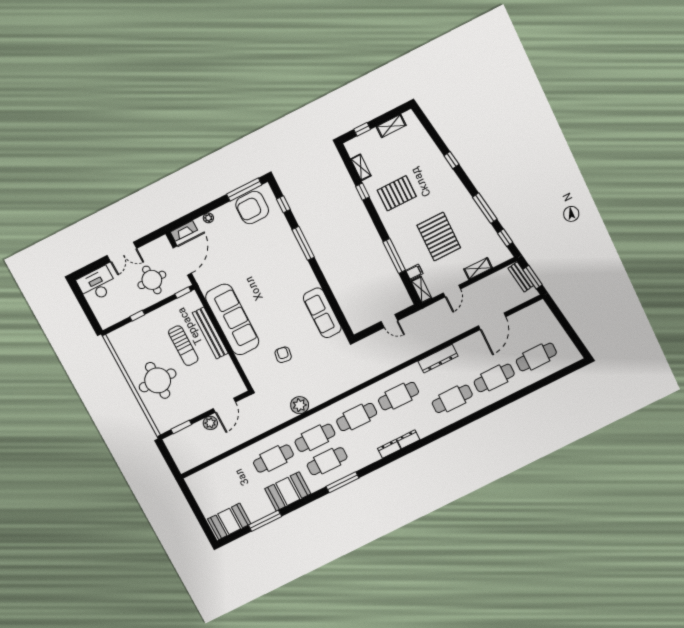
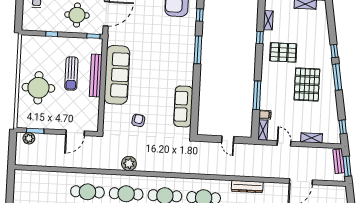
window: (485, 208) -> (337, 77), moved
pallet: (439, 237) -> (307, 84), moved
door: (452, 291) -> (284, 143), swing flipped
plant: (210, 423) -> (29, 138), moved

